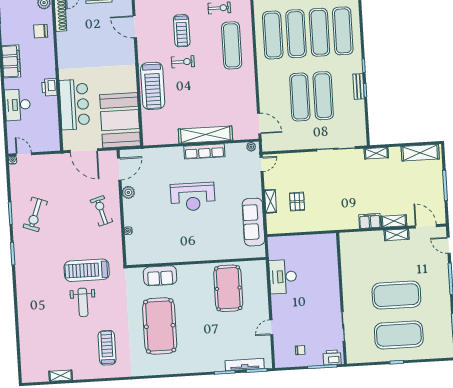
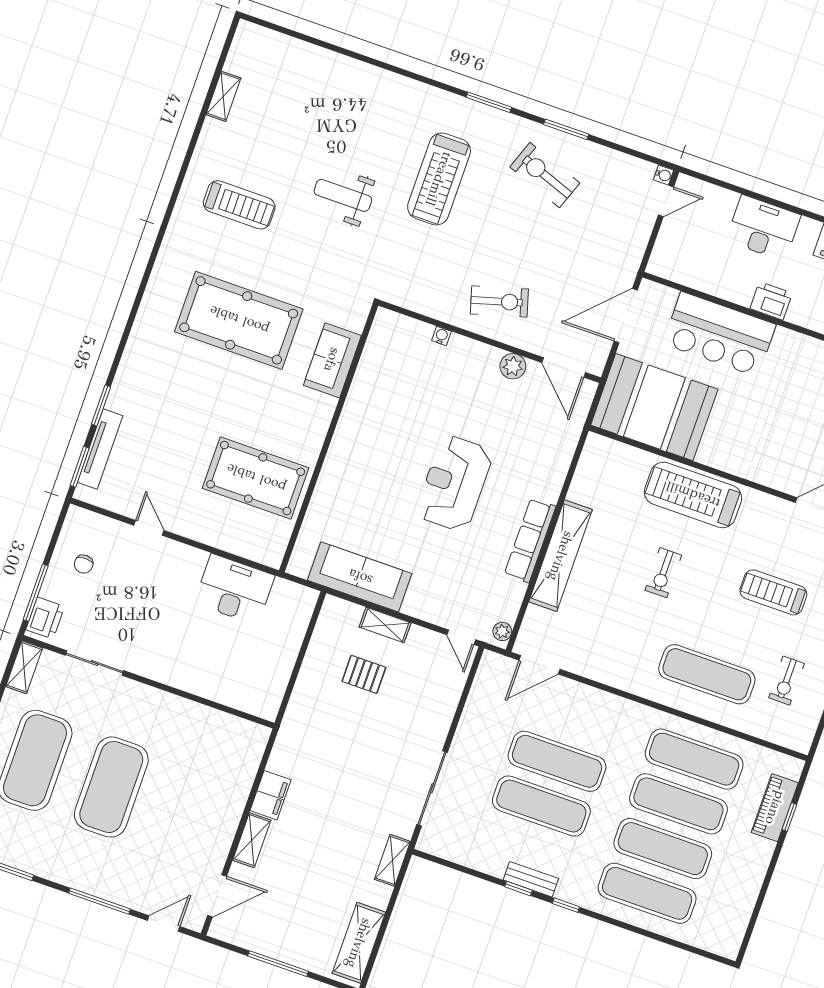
exercise bike: (183, 62) -> (663, 573), moved
shelving: (397, 235) -> (24, 667), moved
treadmill: (87, 270) -> (439, 179), moved, turned 180

